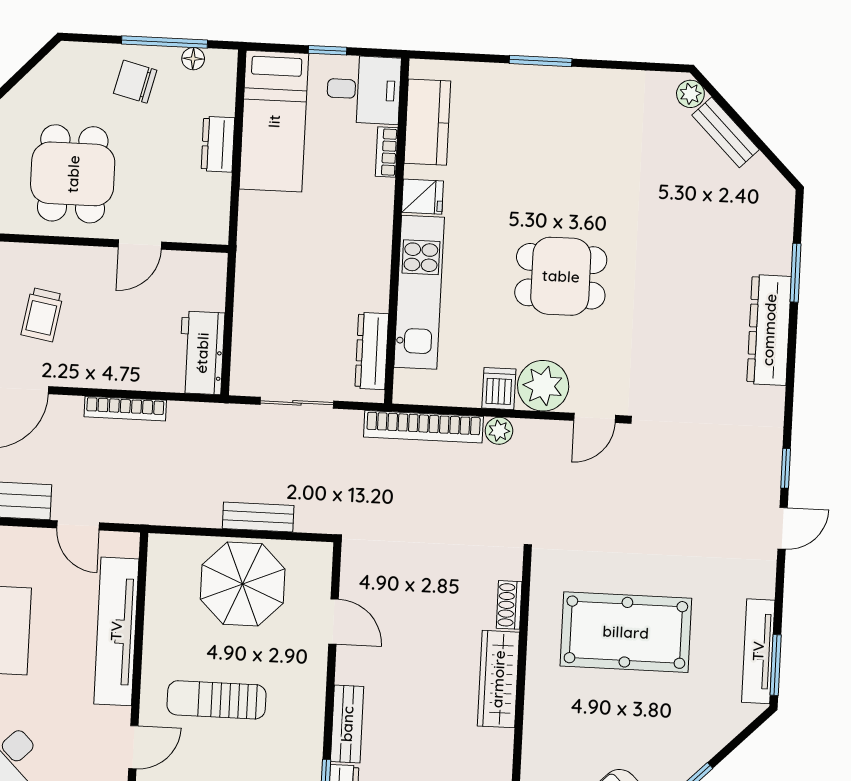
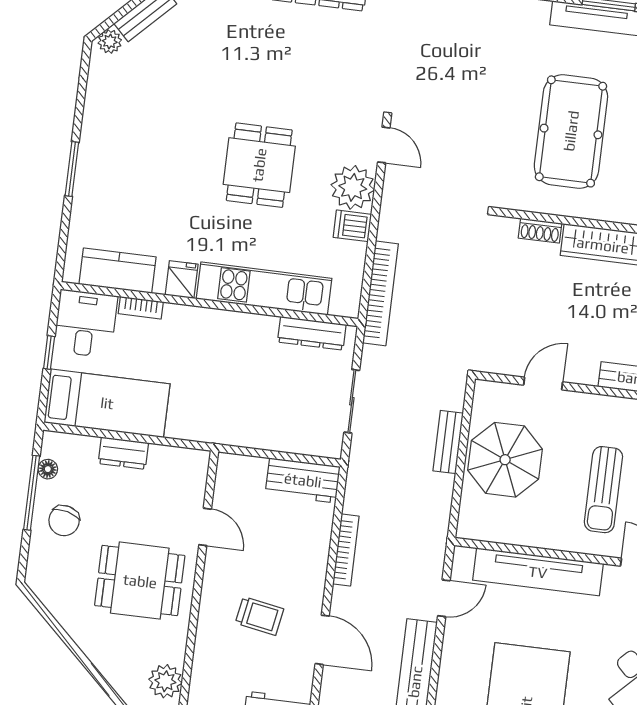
plant: (499, 431) -> (389, 228), removed

